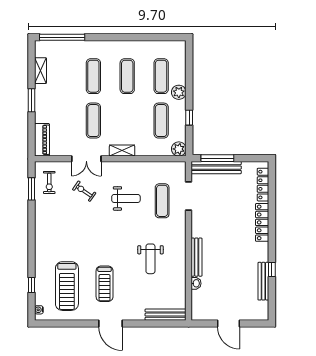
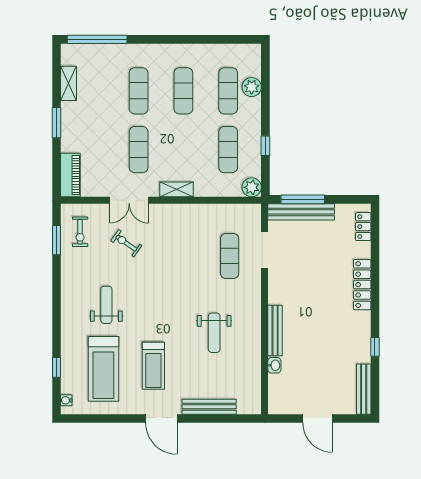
plant: (179, 92) -> (252, 87), moved
locker: (263, 185) -> (363, 227), width x0.66
weight bench: (126, 198) -> (106, 305), moved, turned -90
bench: (263, 281) -> (364, 389), moved
bench: (166, 315) -> (209, 407), moved

